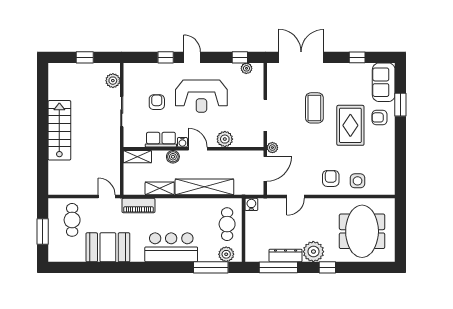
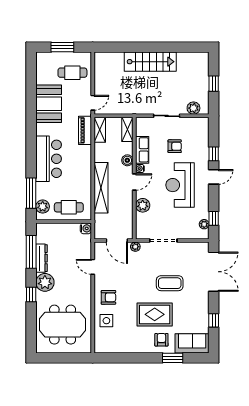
shelving: (160, 188) -> (100, 130), moved

